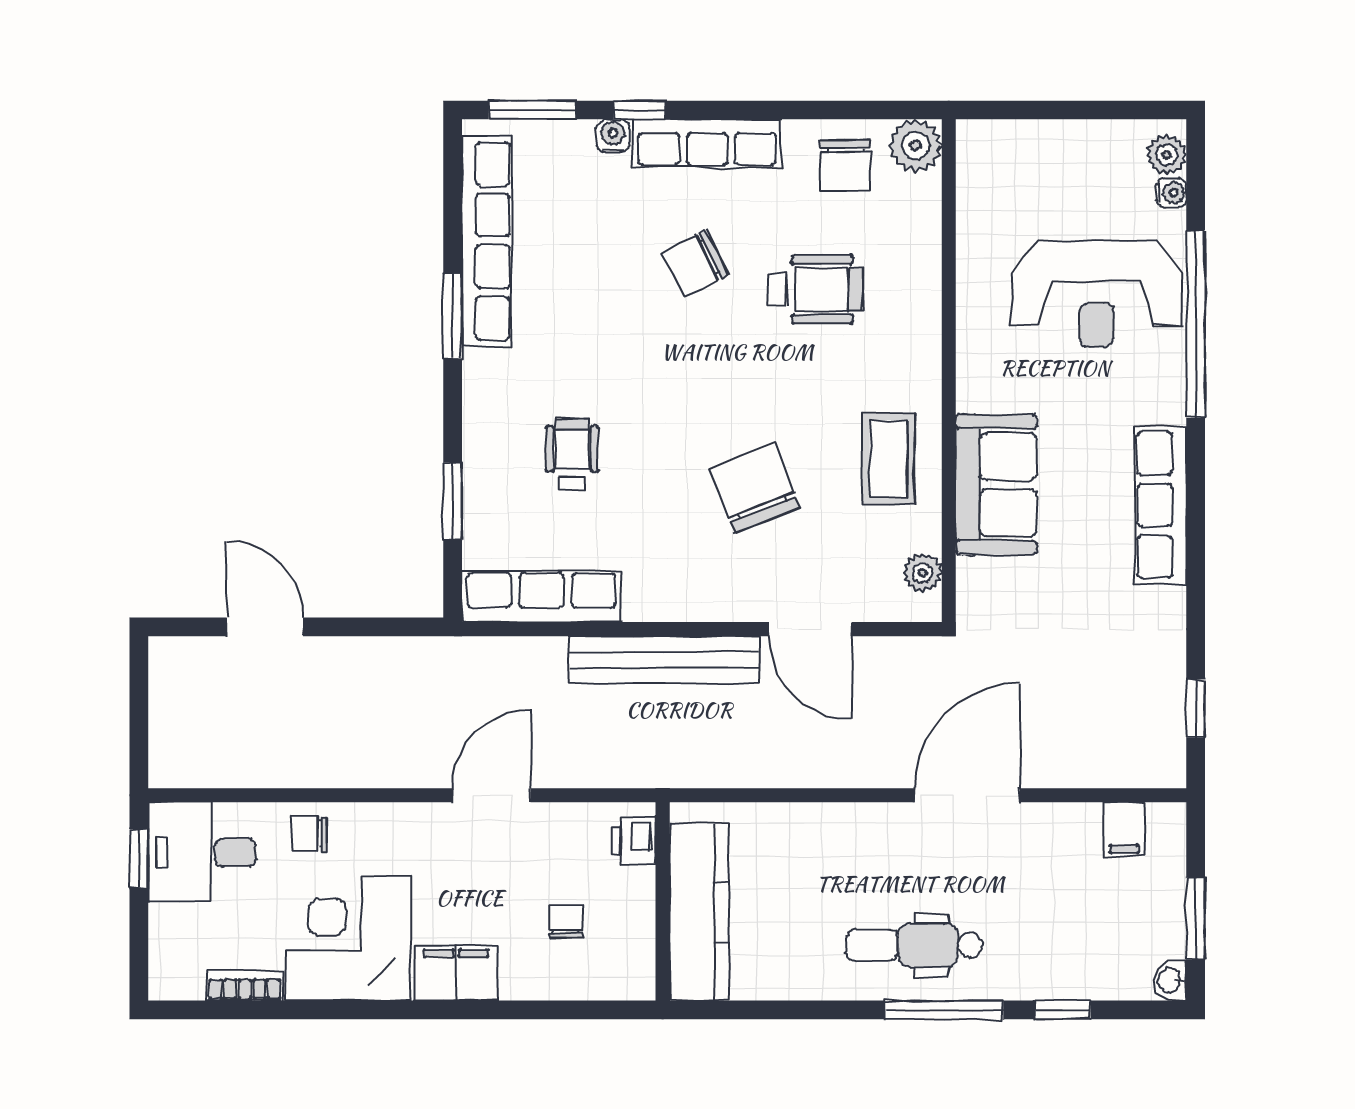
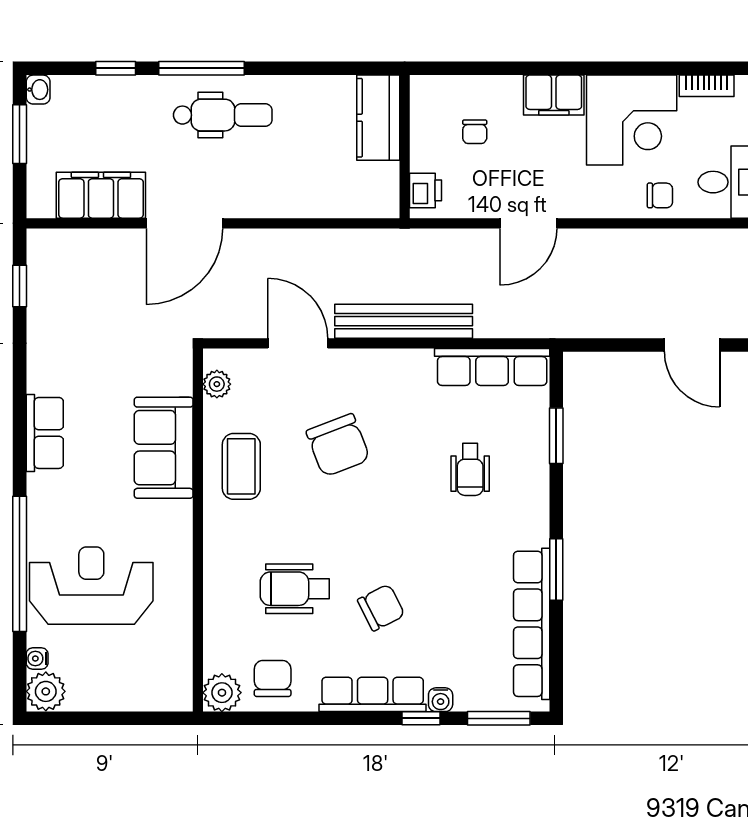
plant: (1167, 155) -> (46, 691), width x1.38, depth x1.38
row of seats: (1161, 505) -> (45, 433), width x0.68
filing cabinet: (1124, 830) -> (101, 195), width x3.00, depth x1.17
kitchen counter: (699, 912) -> (378, 118), width x0.67

